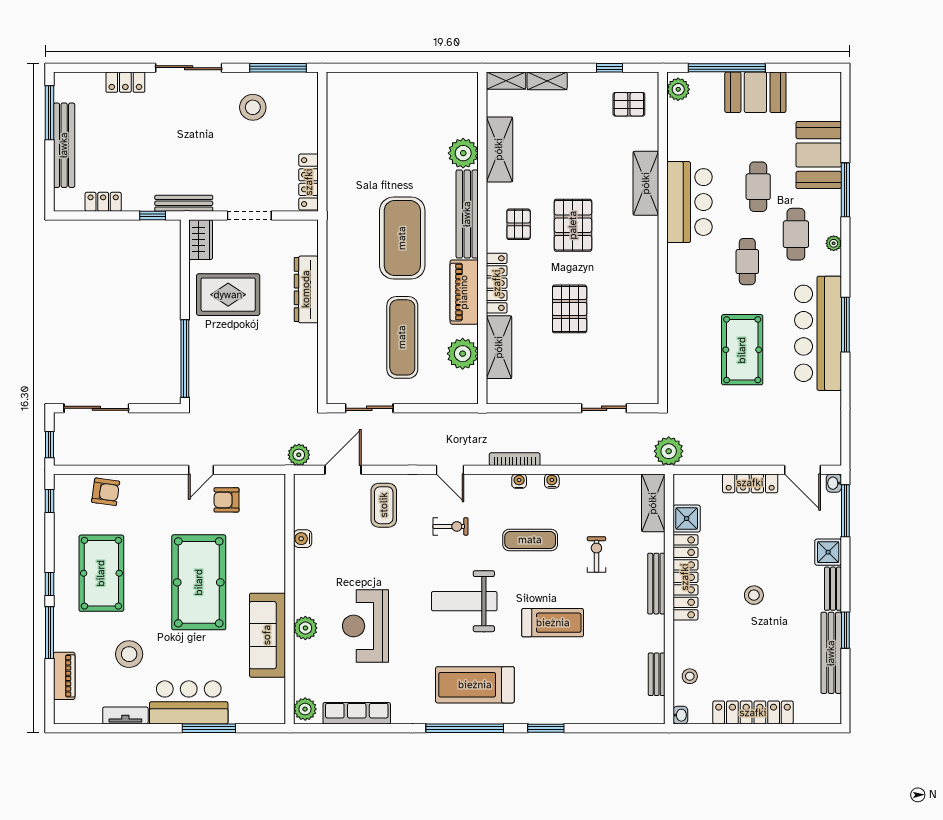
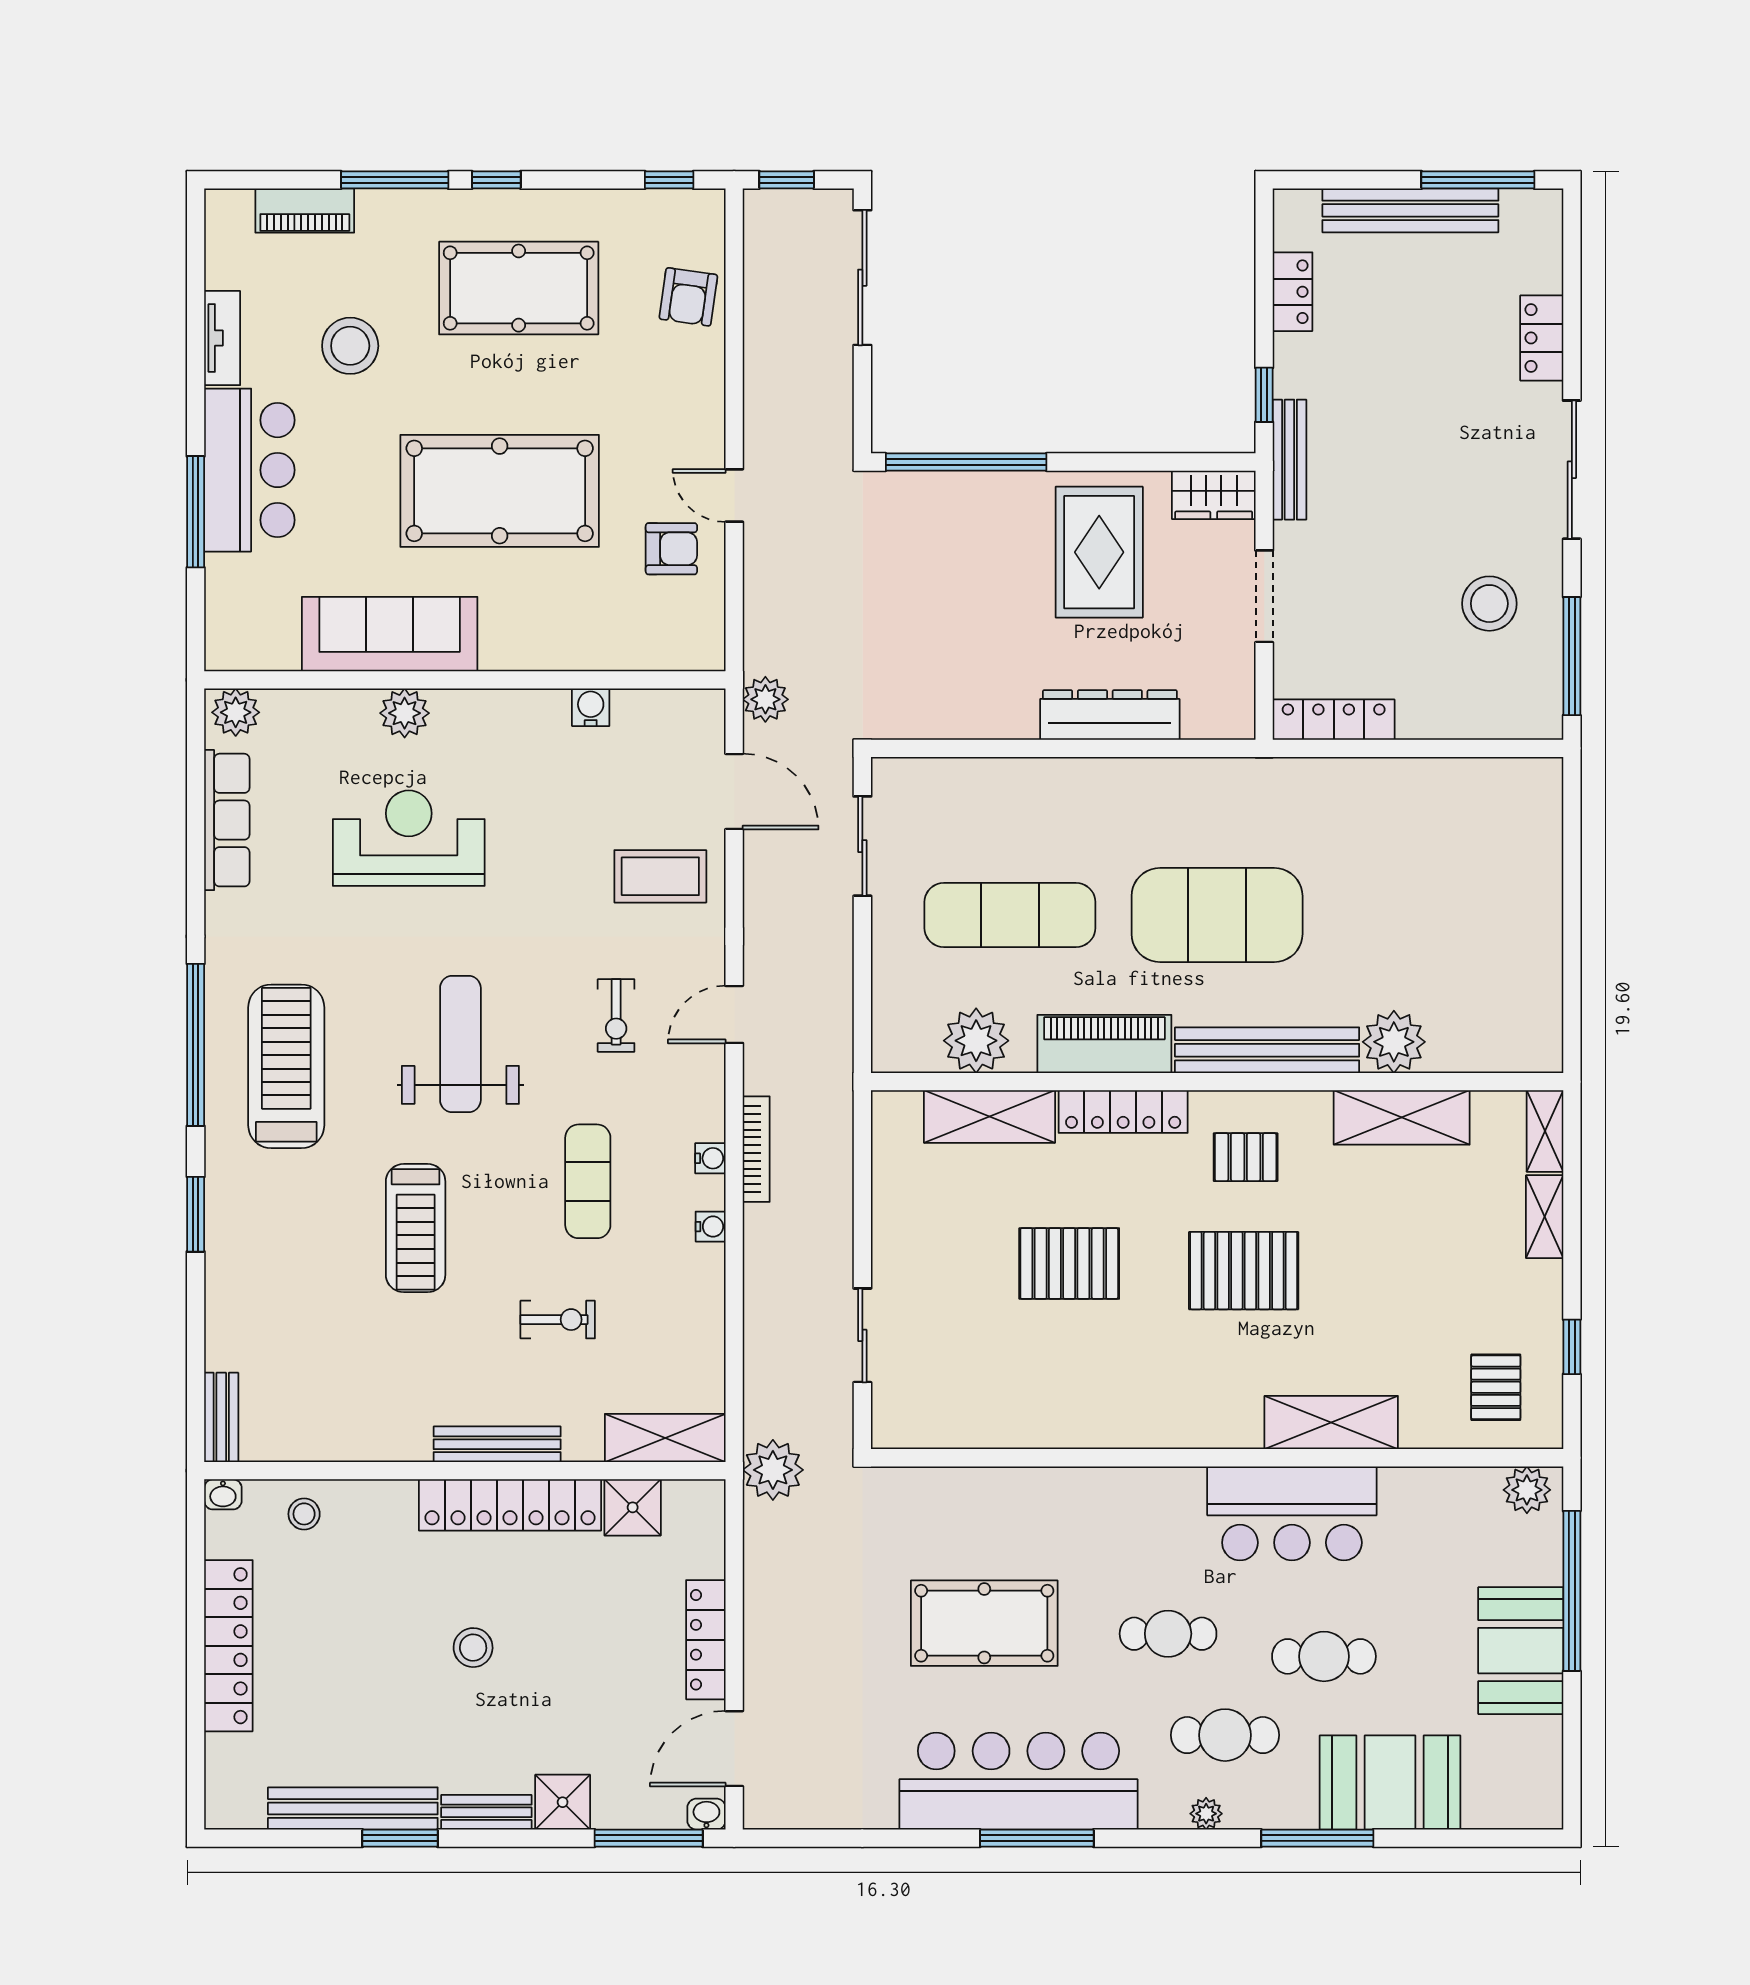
armchair: (227, 500) -> (671, 549), turned 90
bench: (657, 674) -> (221, 1417), moved, turned 90

